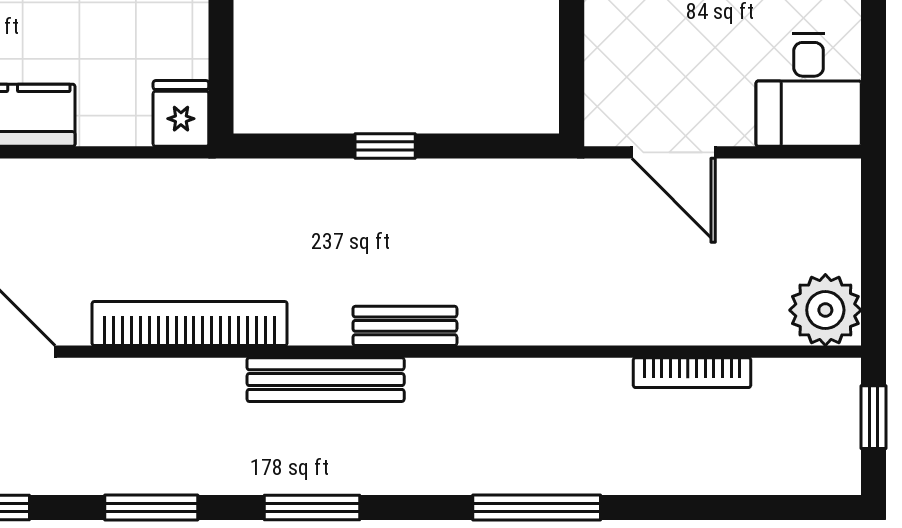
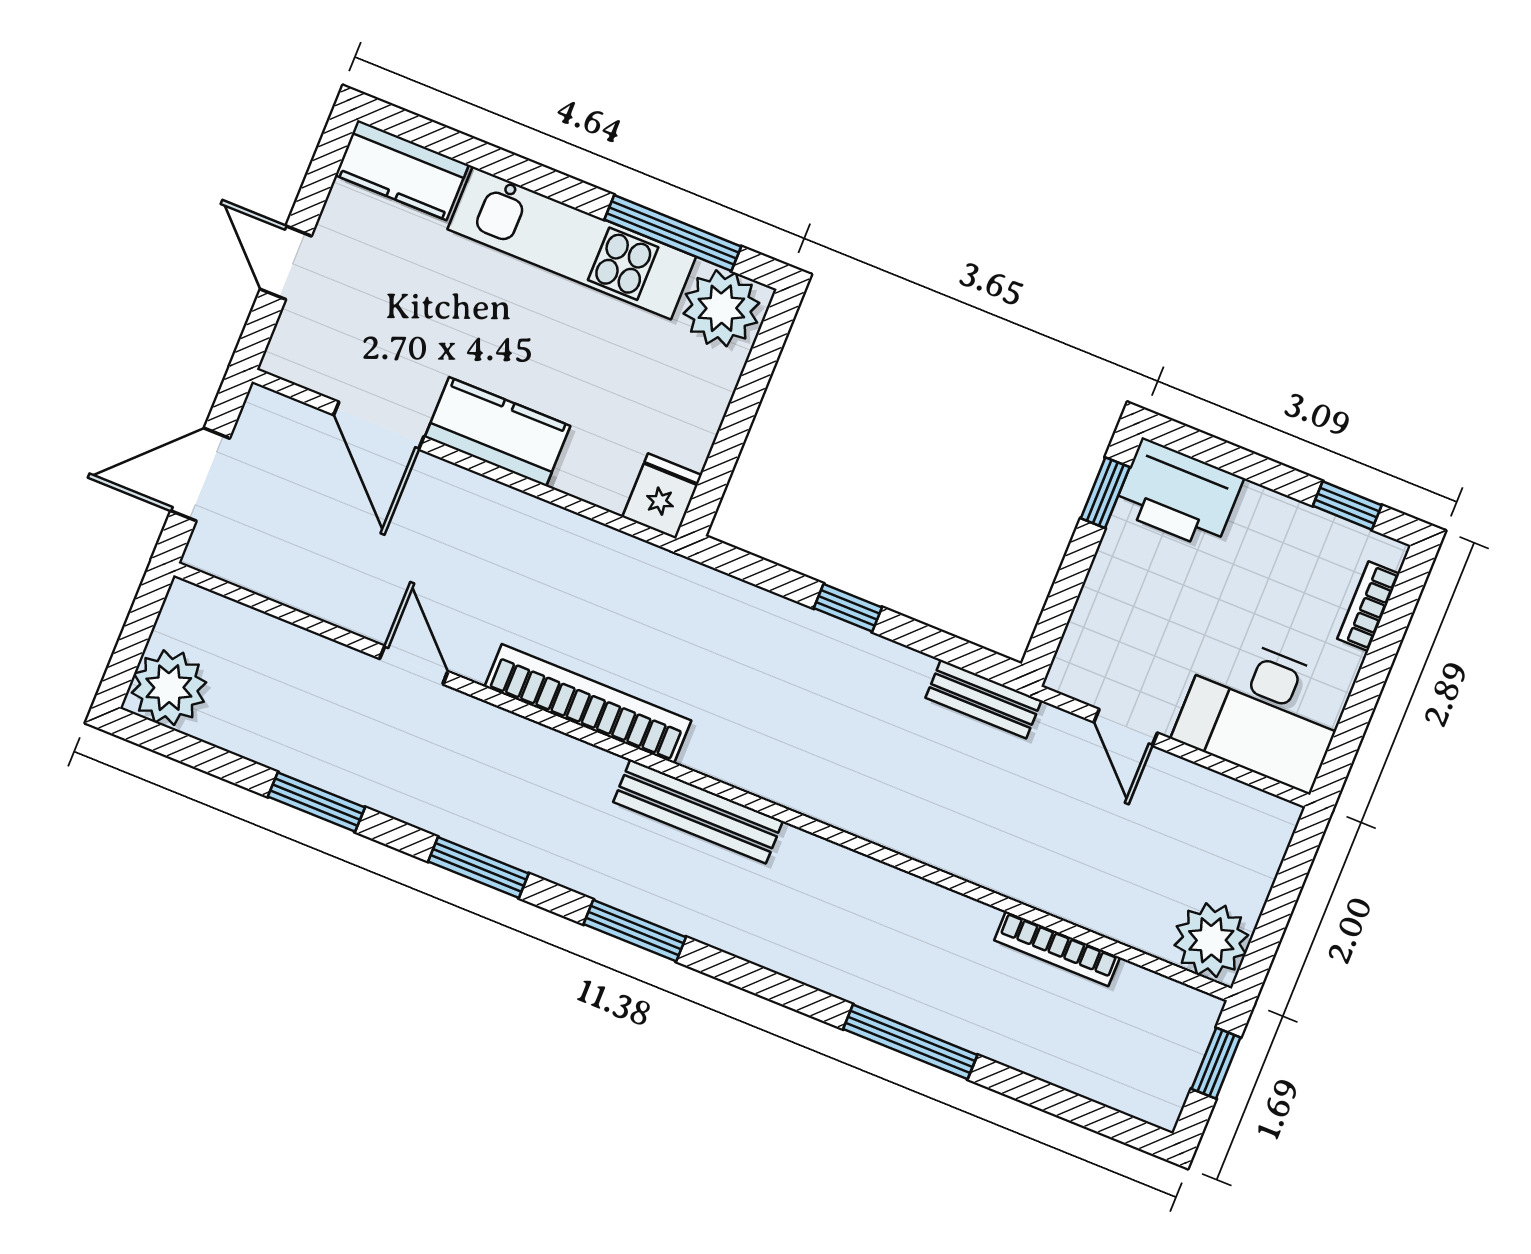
desk: (809, 90) -> (1262, 712), width x1.37
door: (674, 152) -> (1126, 727), width x0.73
bench: (405, 326) -> (984, 699), moved
window: (537, 508) -> (910, 1042), moved

